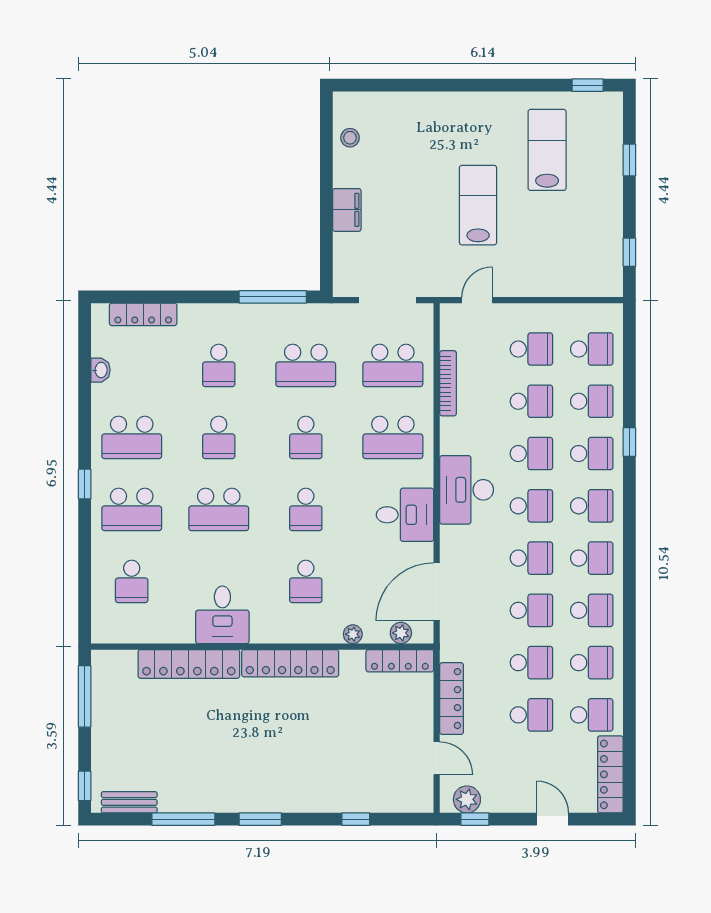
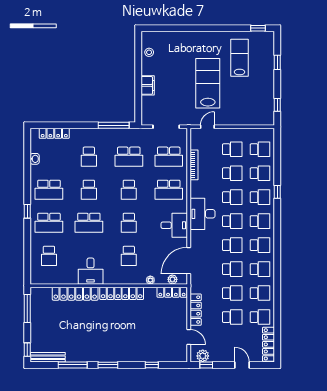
lab bench: (478, 205) -> (208, 83), width x1.36, depth x1.39
bench: (129, 802) -> (48, 357), width x1.36

